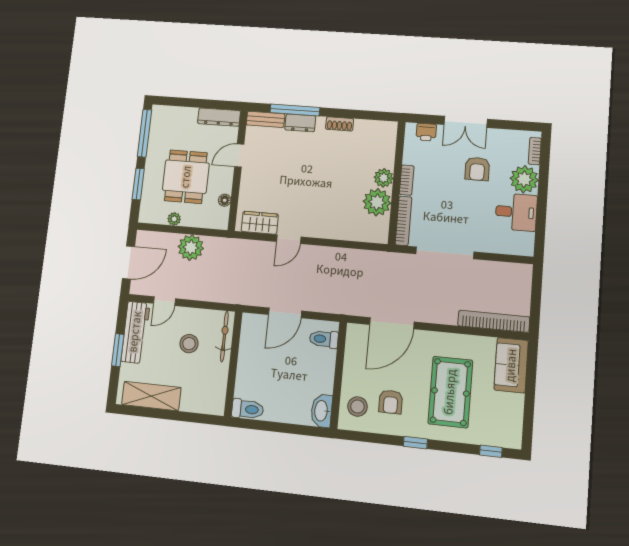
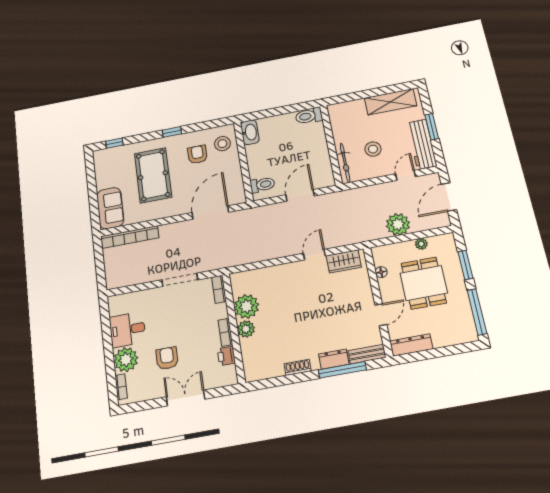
printer: (426, 132) -> (226, 356), moved, turned -90
bookcase: (404, 221) -> (219, 289), width x0.64
doorway: (445, 253) -> (180, 280), width x0.73

